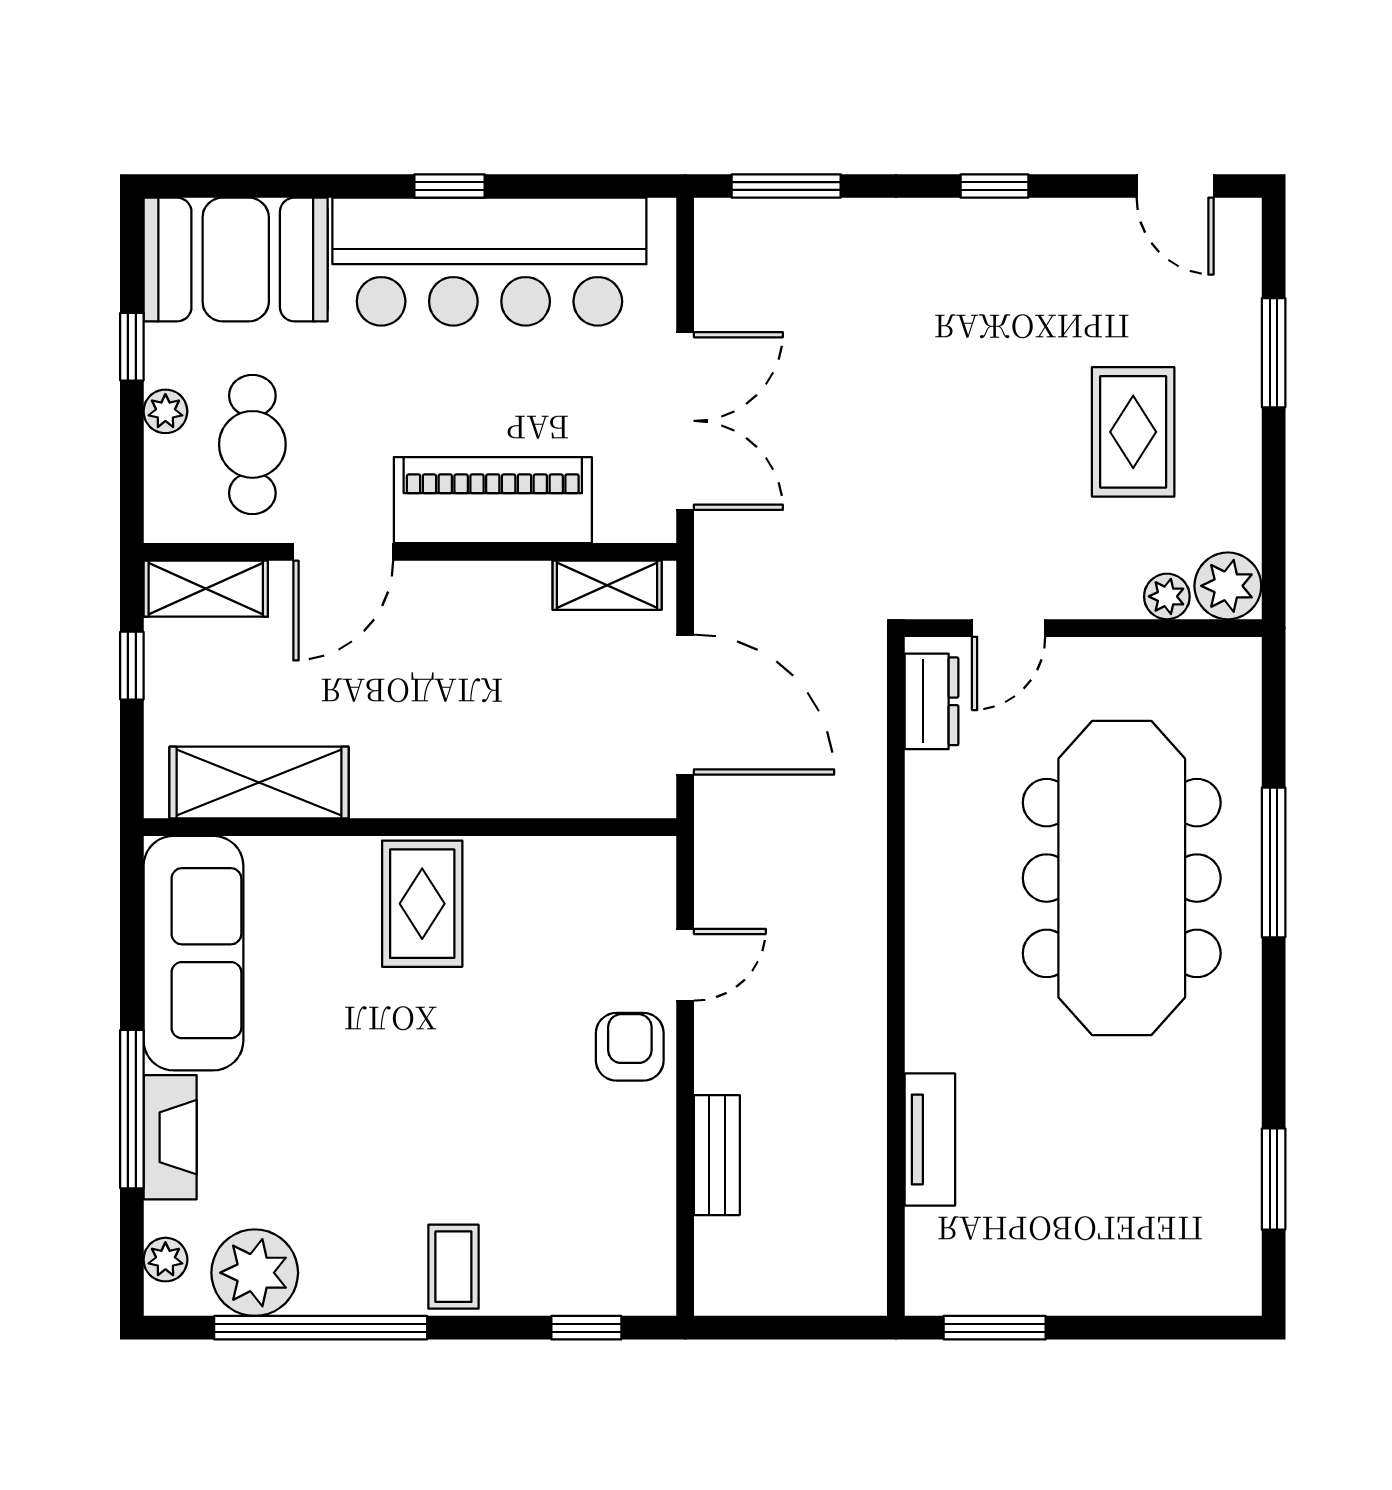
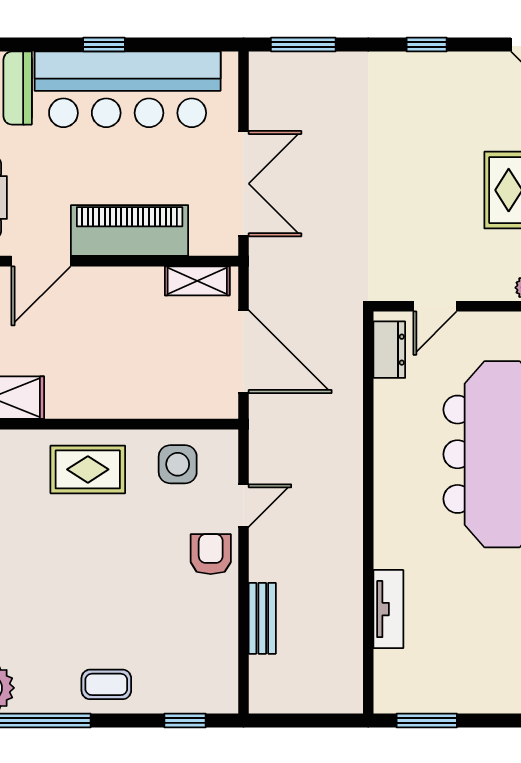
side table: (574, 895) -> (178, 464), added
rug: (422, 904) -> (88, 469), turned 90
coffee table: (453, 1267) -> (106, 684), turned 90

